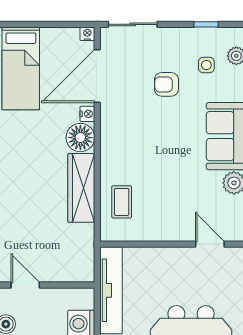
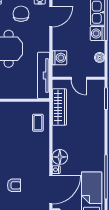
wardrobe: (81, 188) -> (59, 107), moved
door: (25, 285) -> (79, 78), moved

